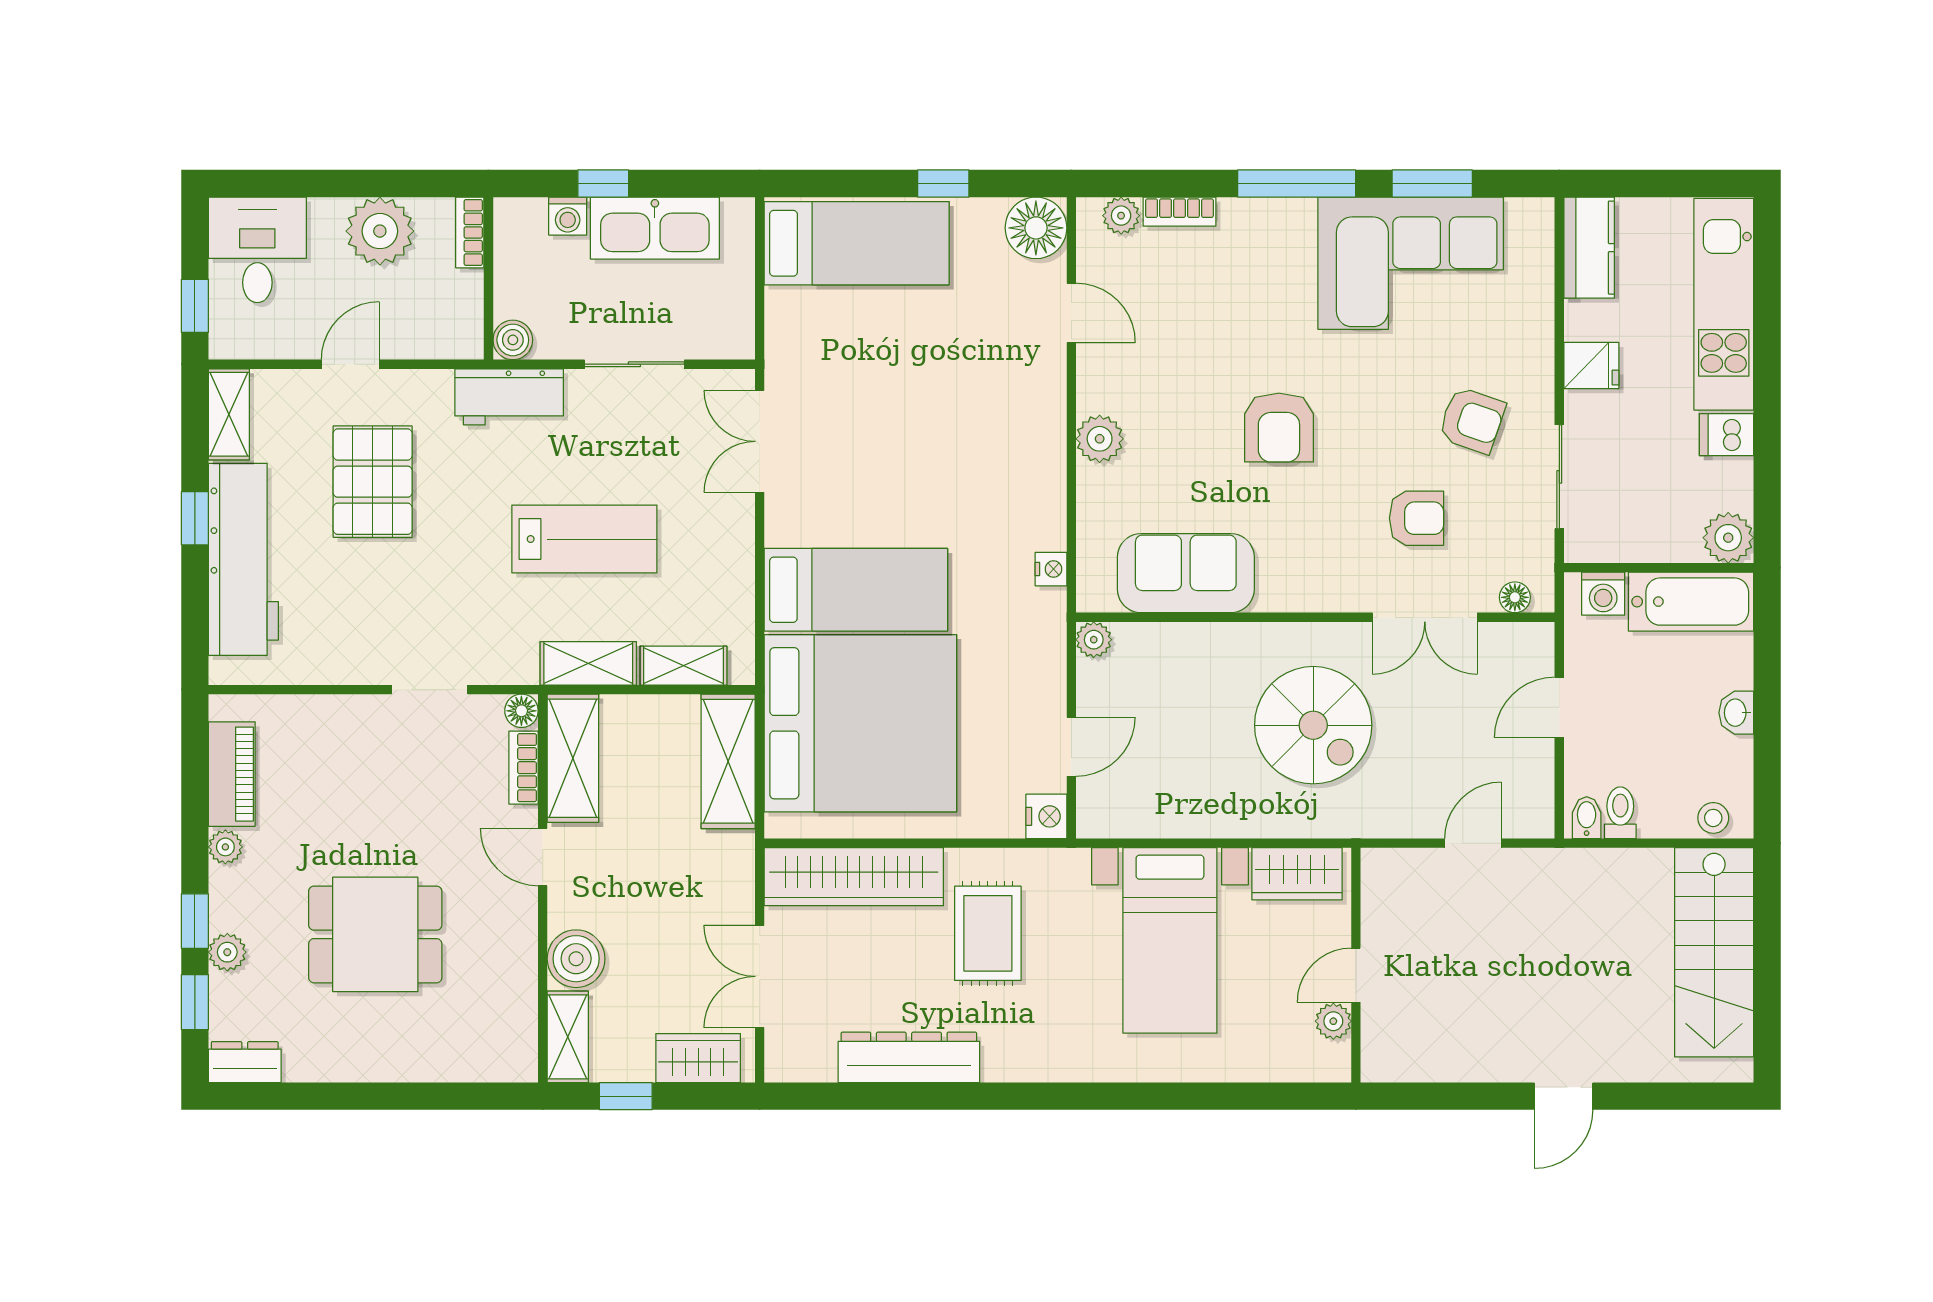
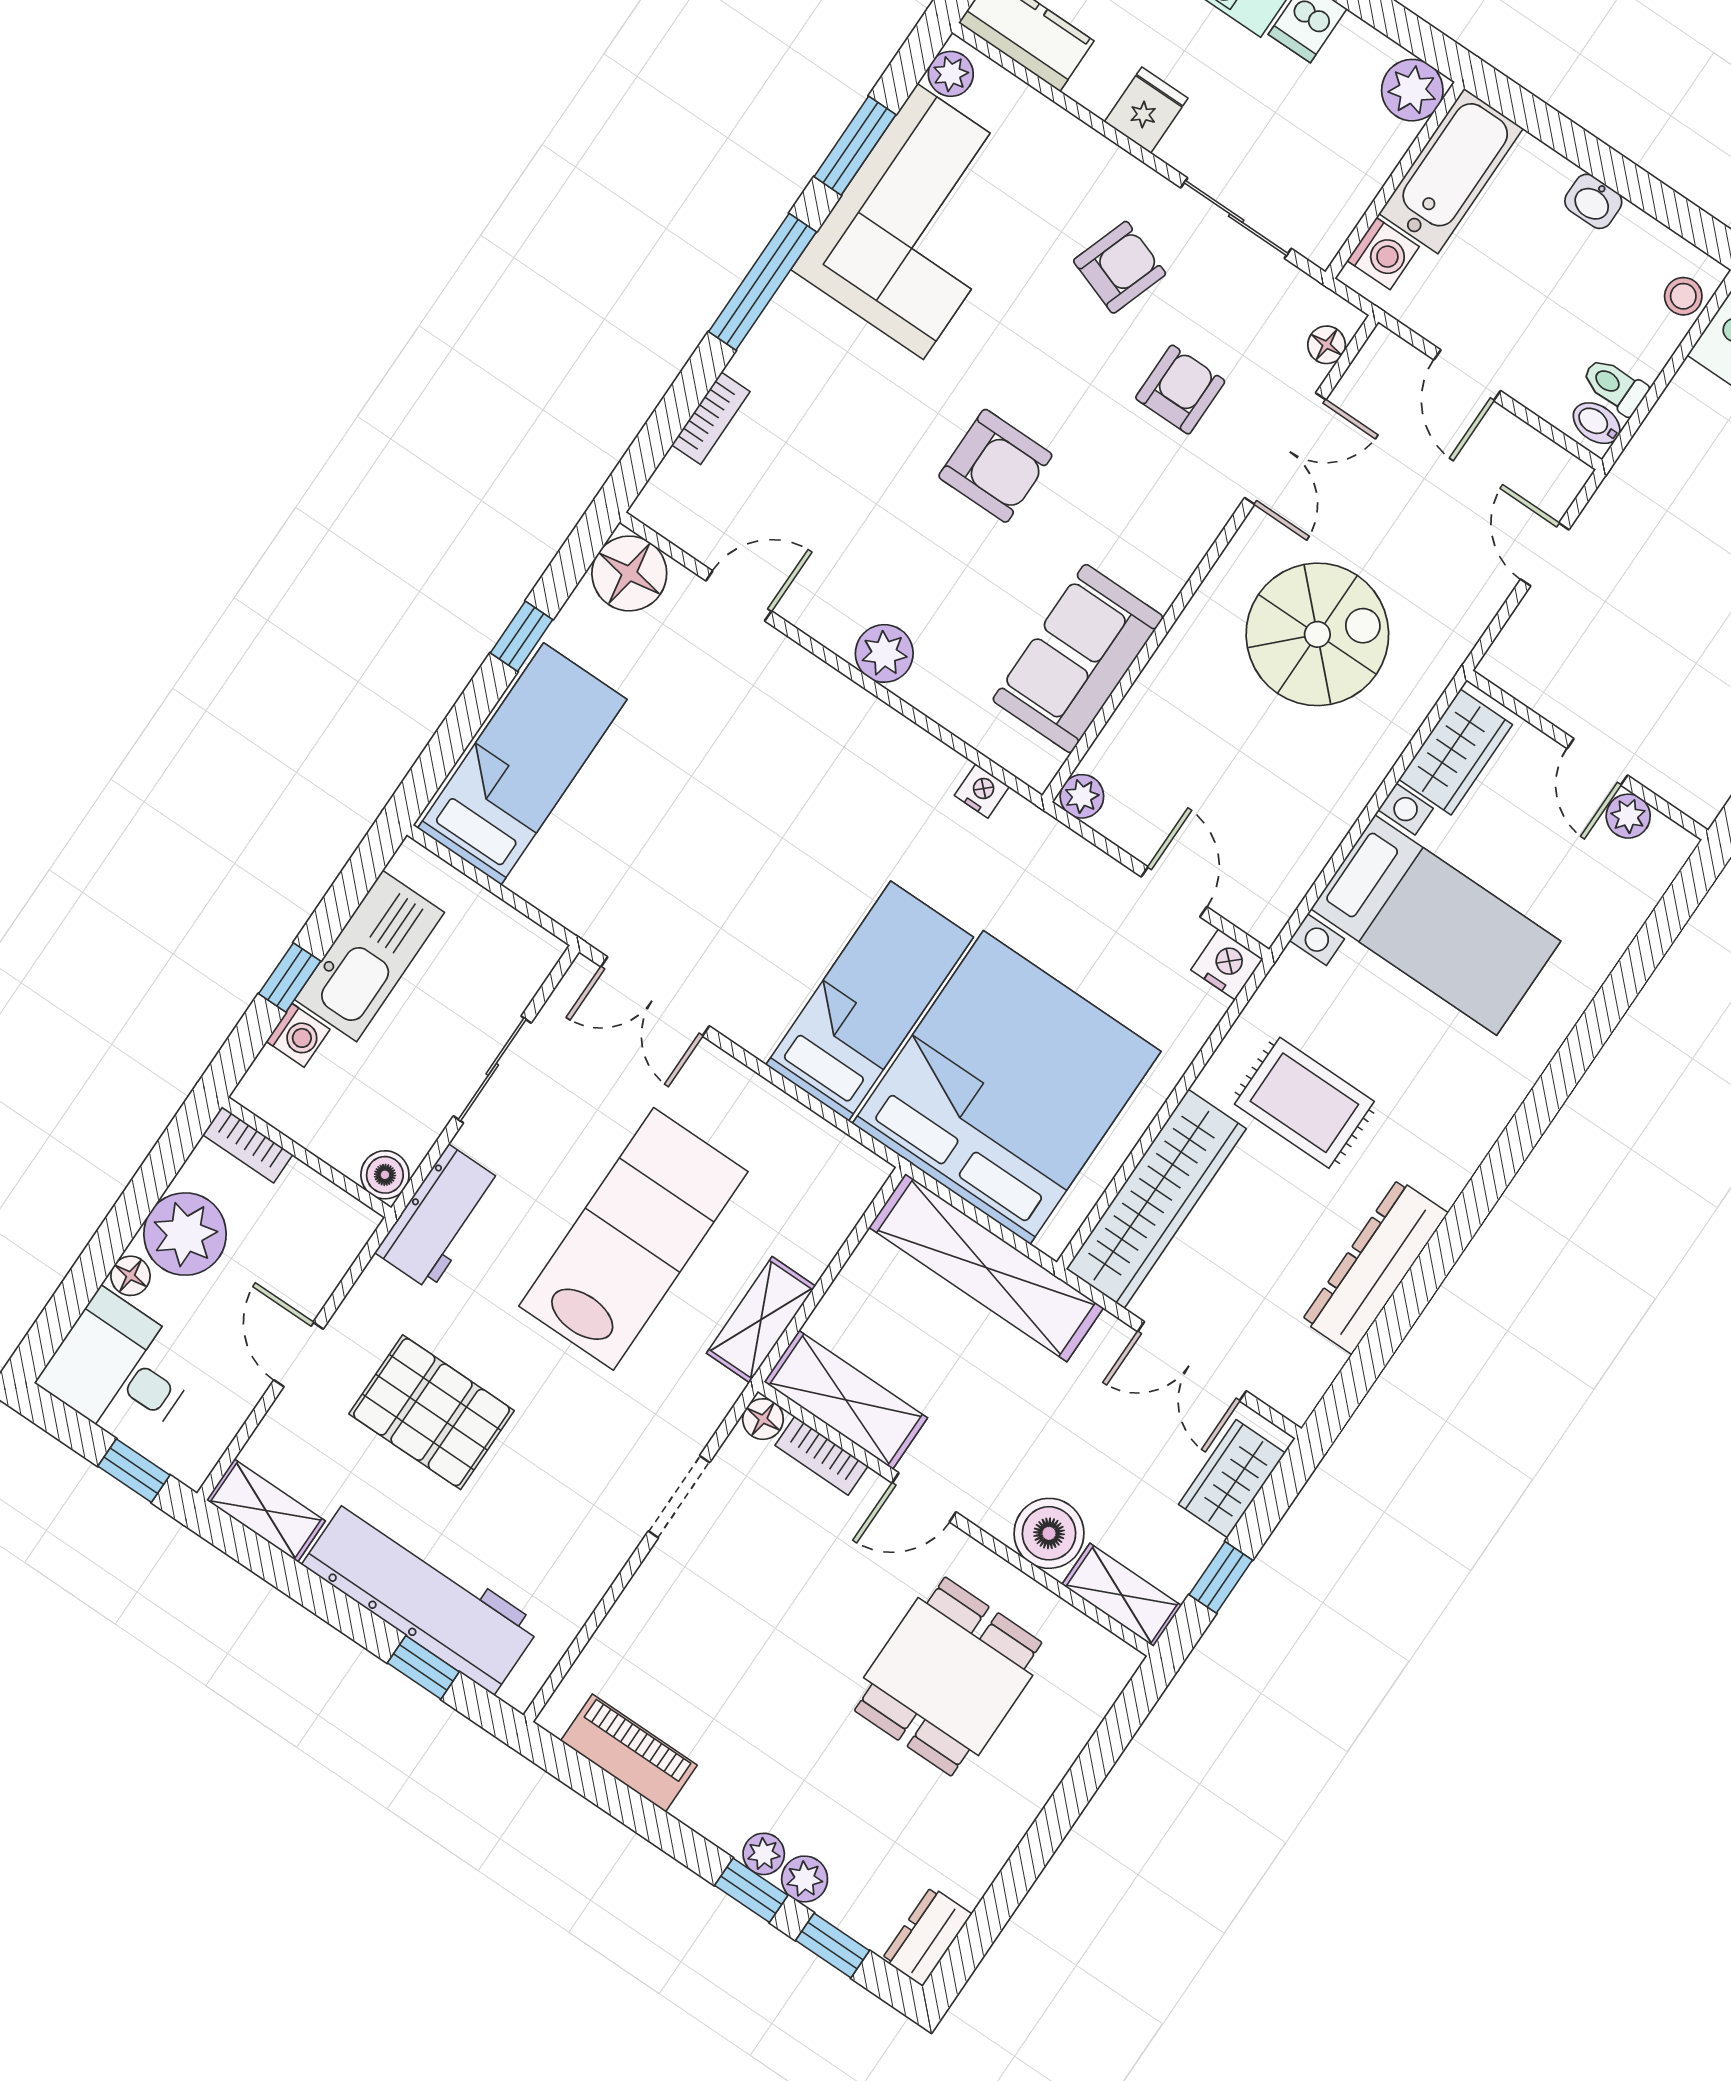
floor lamp: (326, 213) -> (130, 1276), added
plant: (1121, 216) -> (951, 74), moved
window: (195, 518) -> (423, 1667), moved
lab bench: (584, 539) -> (633, 1239), width x1.36, depth x1.39
shelving: (683, 666) -> (828, 1226), removed
shelving: (728, 761) -> (986, 1268), width x1.47
plant: (225, 847) -> (764, 1854), moved
dining table: (375, 934) -> (948, 1676), moved

